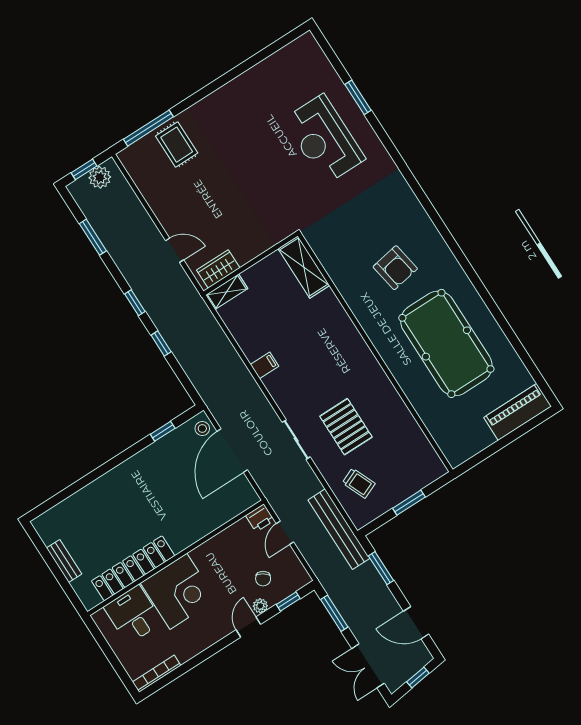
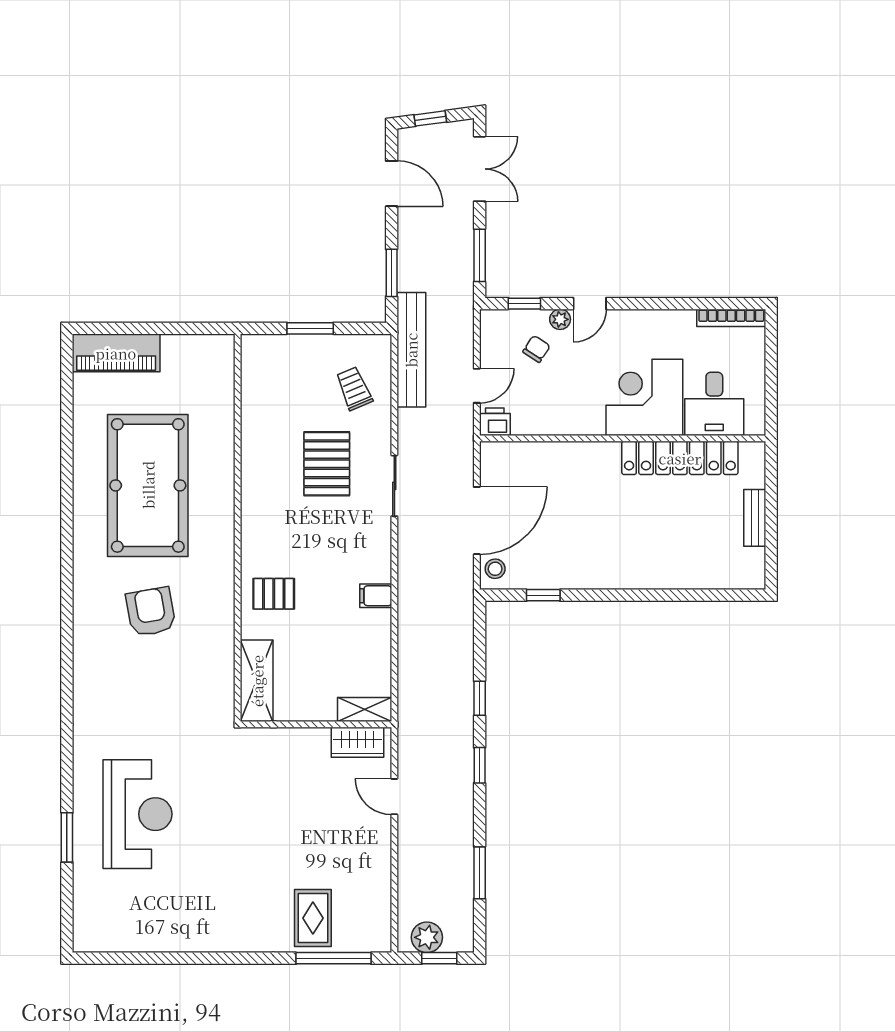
pallet: (327, 327) -> (274, 594), added

